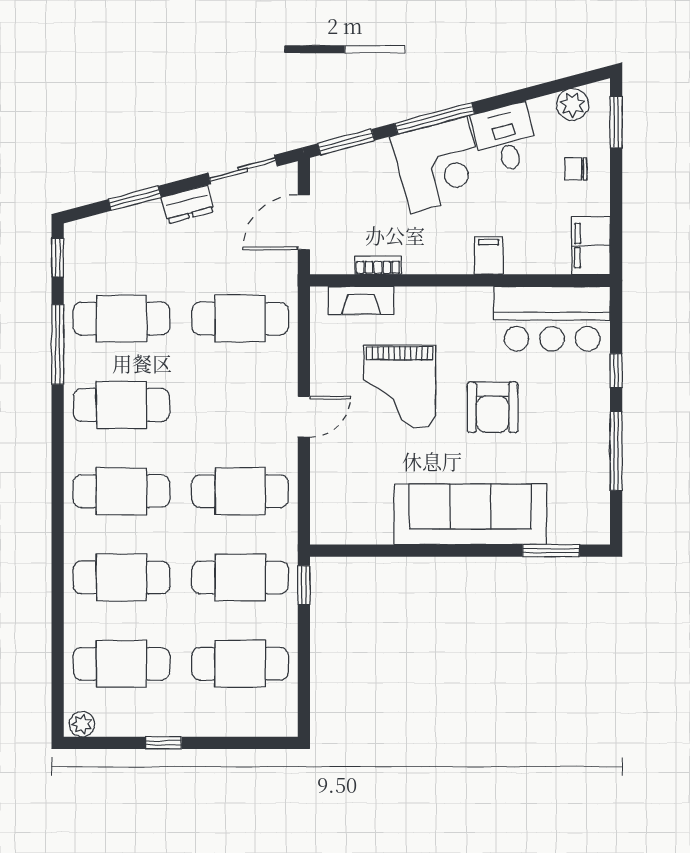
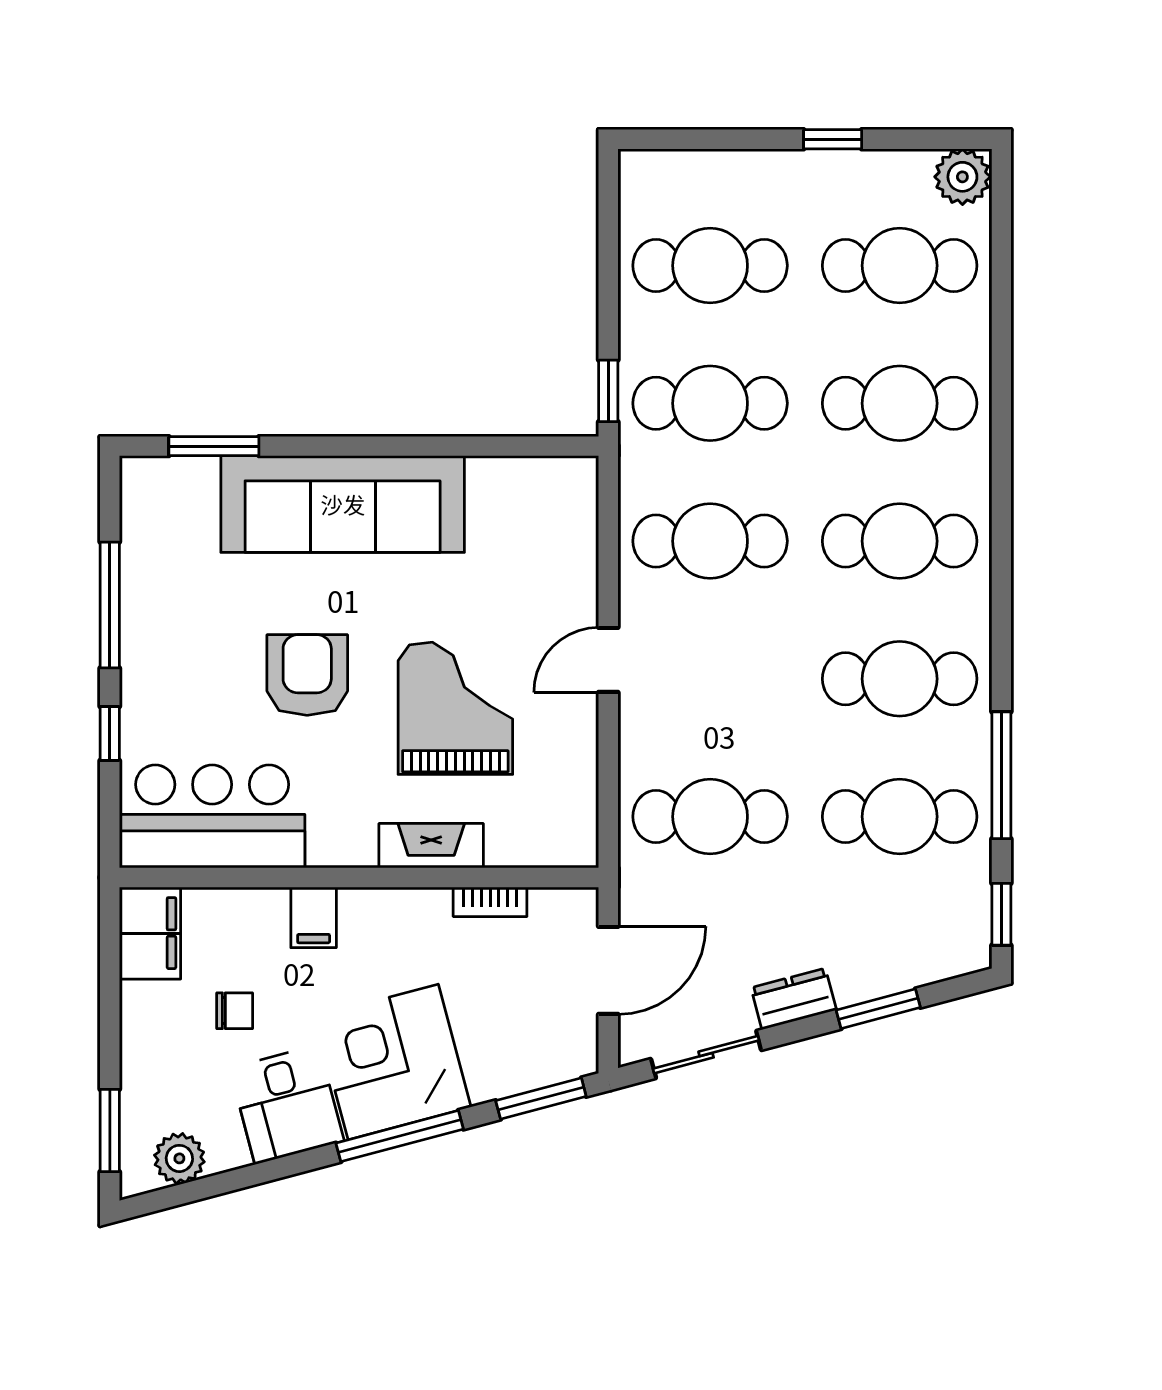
chair: (576, 169) -> (235, 1011), moved
fireplace: (361, 300) -> (431, 846), moved
plant: (82, 724) -> (962, 177), width x1.38, depth x1.38

